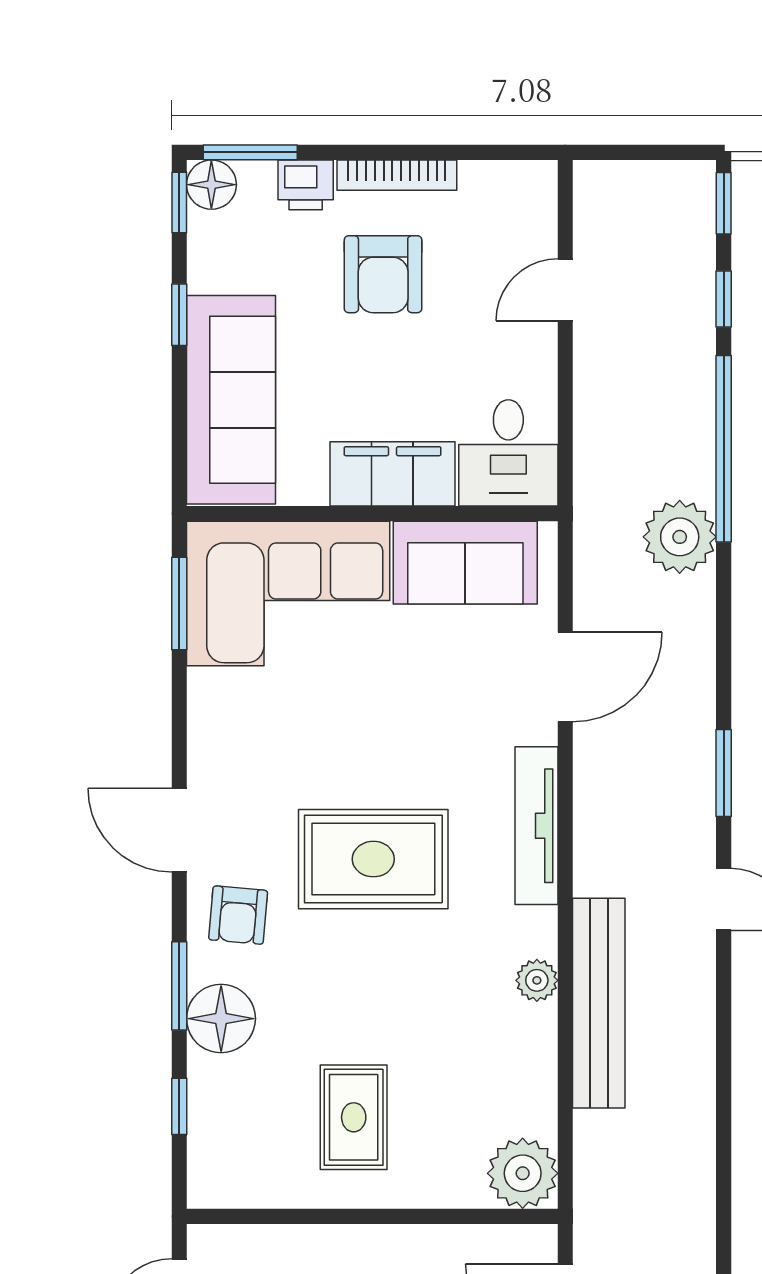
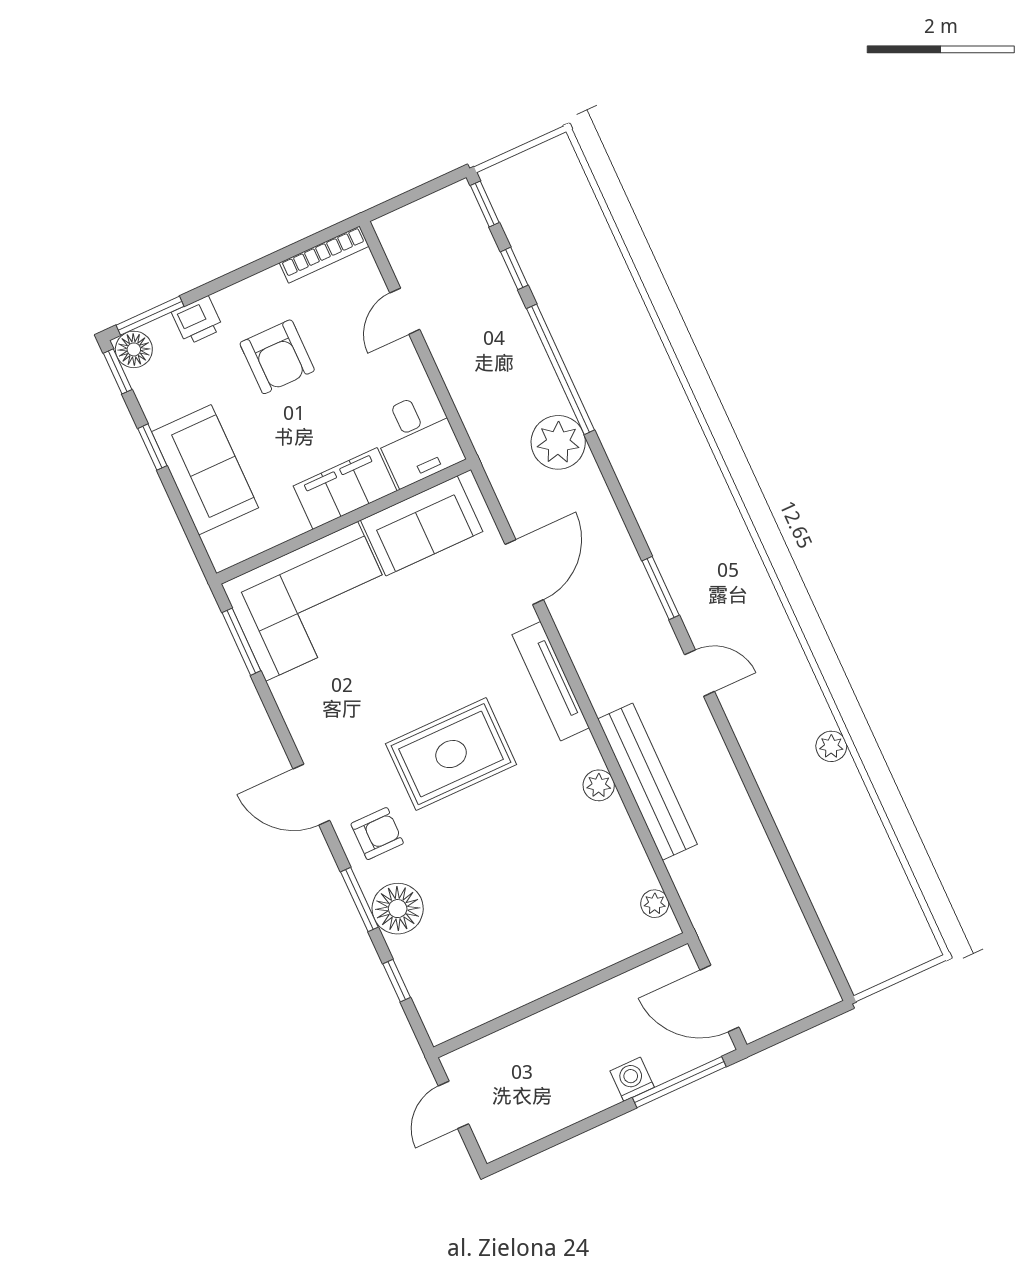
bookcase: (397, 175) -> (324, 255), moved
sofa: (231, 400) -> (205, 470), width x0.73
armchair: (238, 915) -> (377, 834), turned -95
rug: (354, 1117) -> (517, 934), removed
plant: (523, 1173) -> (655, 904), width x0.53, depth x0.53

